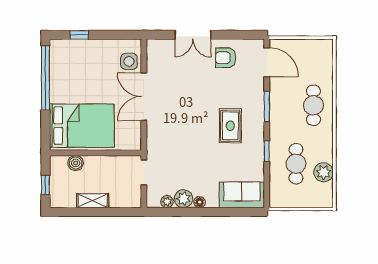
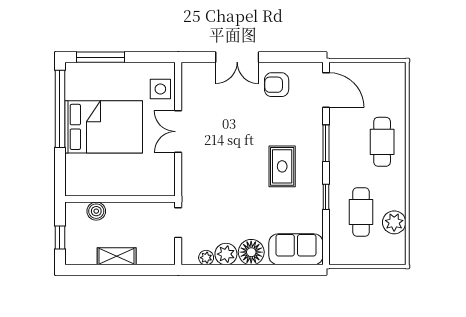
window: (79, 35) -> (100, 57), width x2.17
double door: (144, 97) -> (178, 132), width x0.73
bed: (82, 126) -> (104, 127), moved
floor lamp: (200, 202) -> (251, 252), width x1.89, depth x1.89

